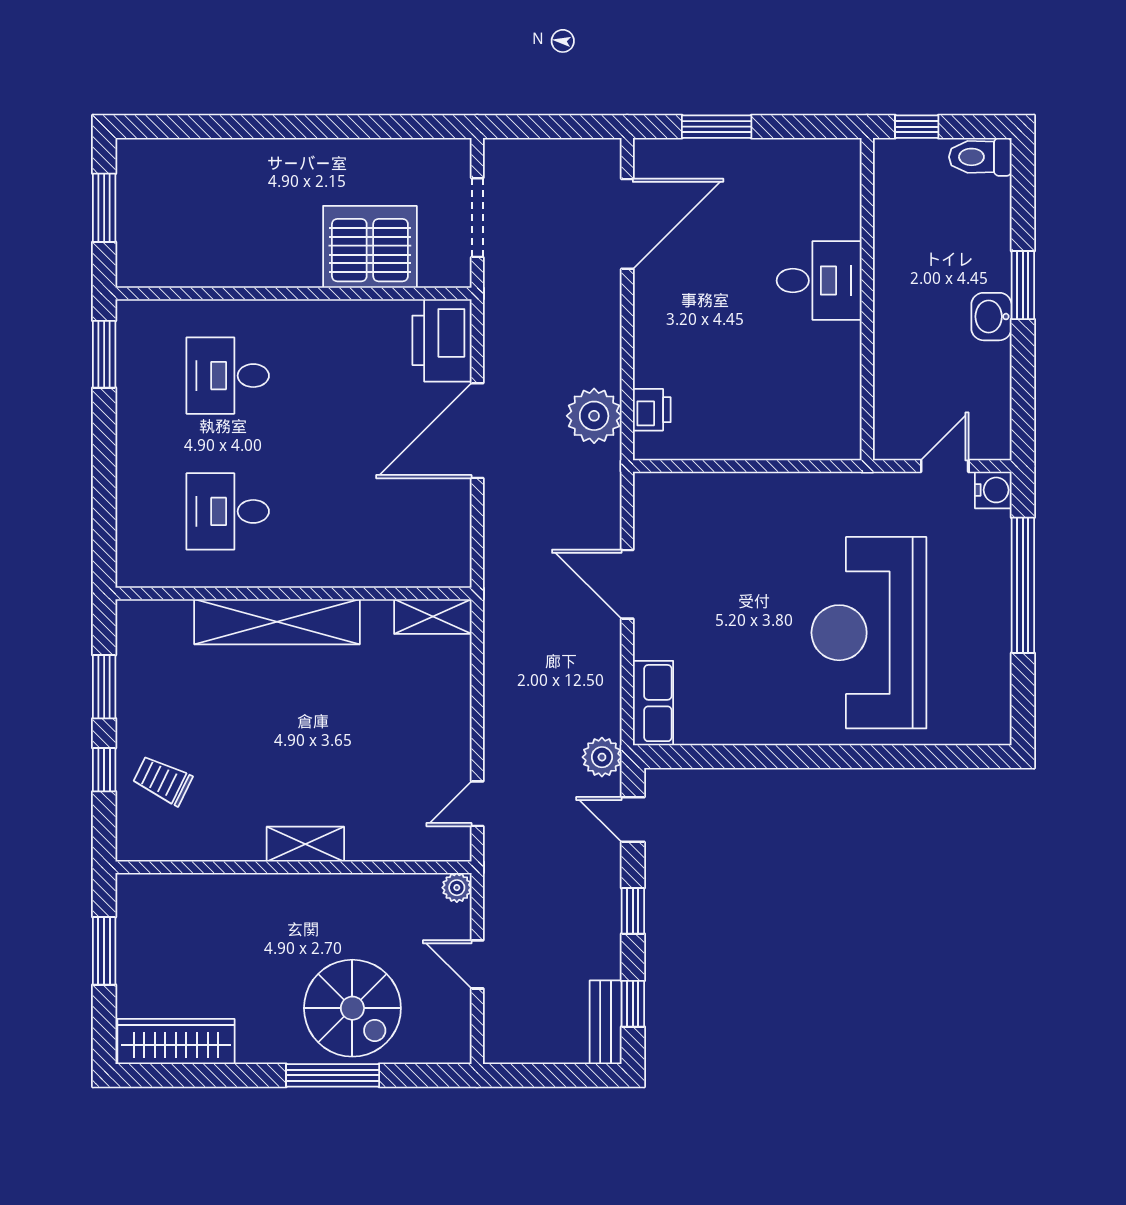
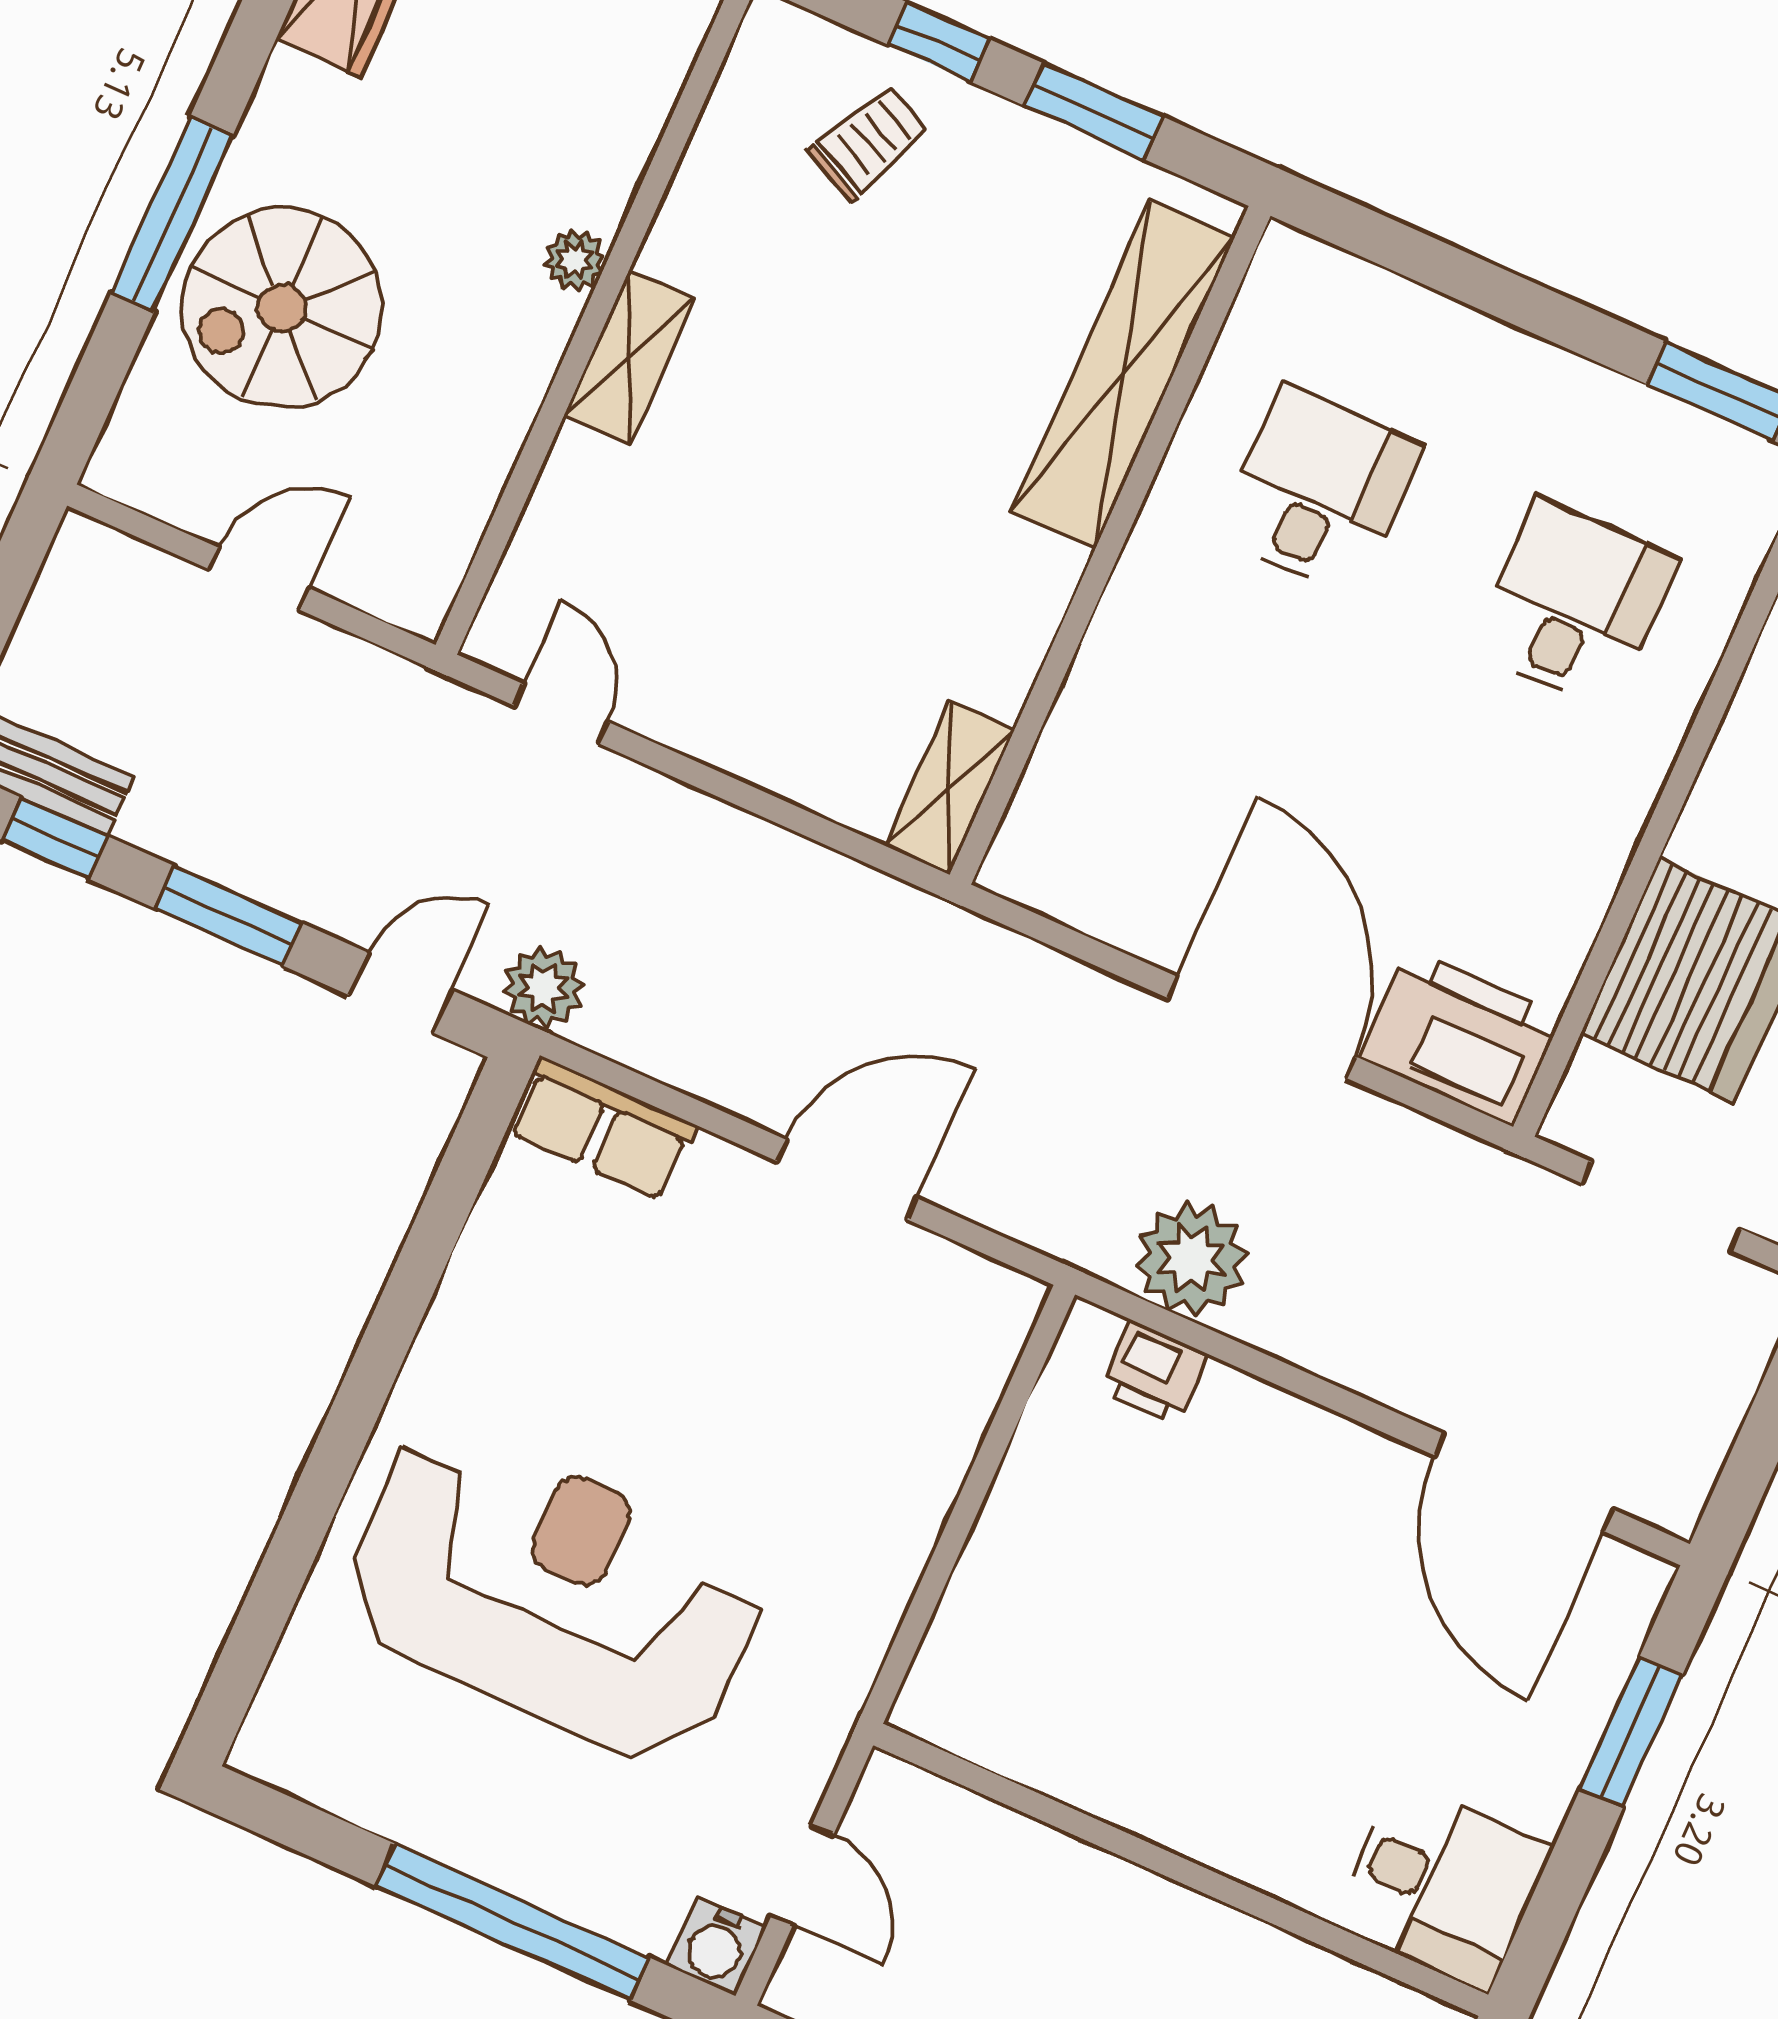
desk: (819, 281) -> (1442, 1885), moved, turned -90
shelving: (277, 622) -> (1123, 374), moved
plant: (457, 888) -> (575, 260), moved
window: (633, 911) -> (229, 916), width x1.50

